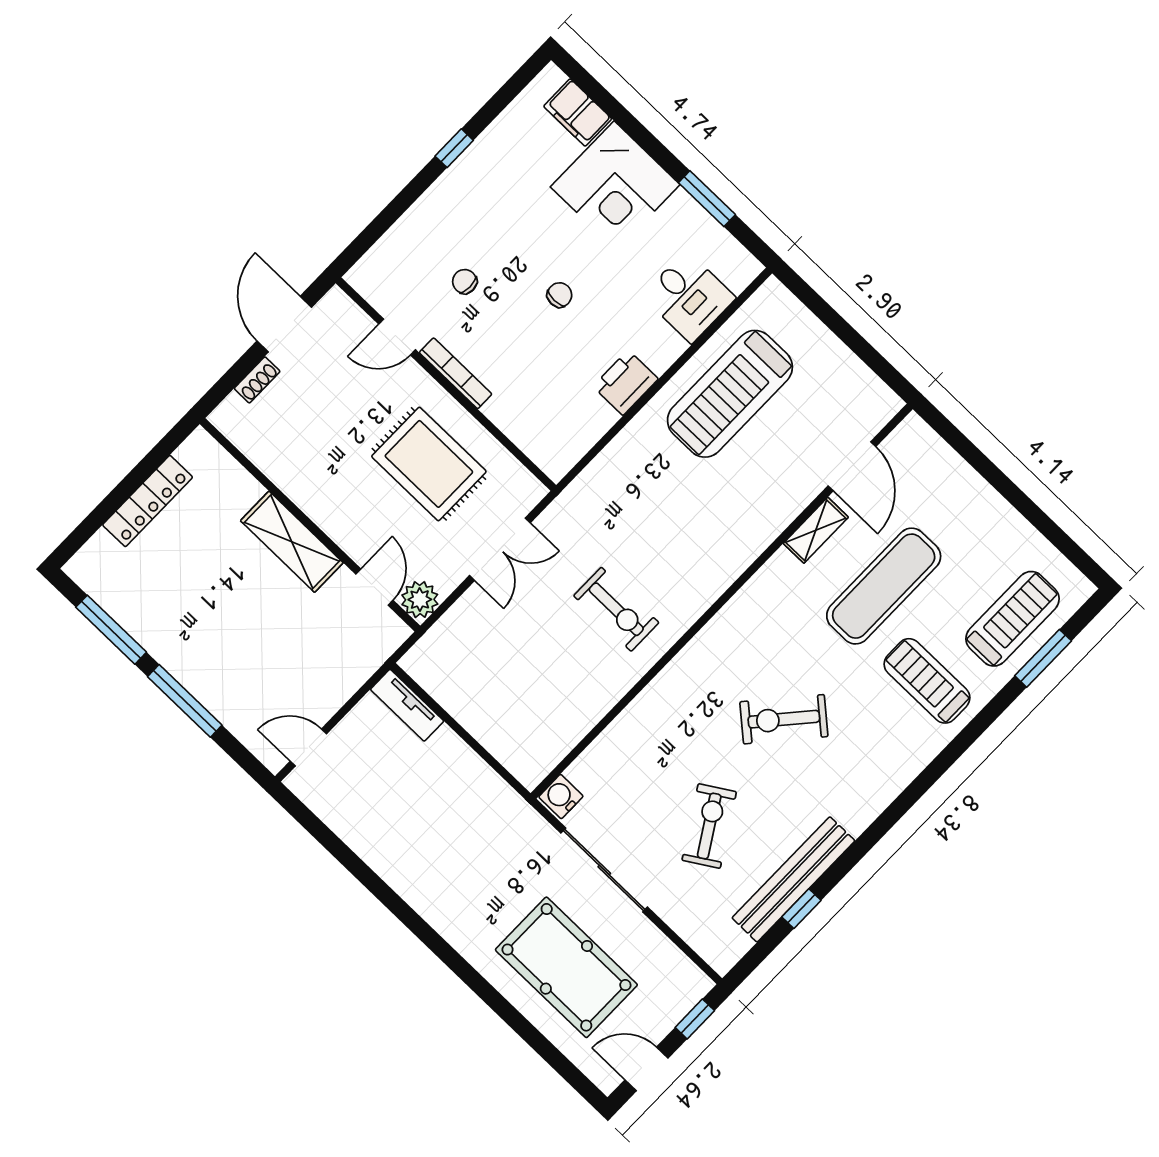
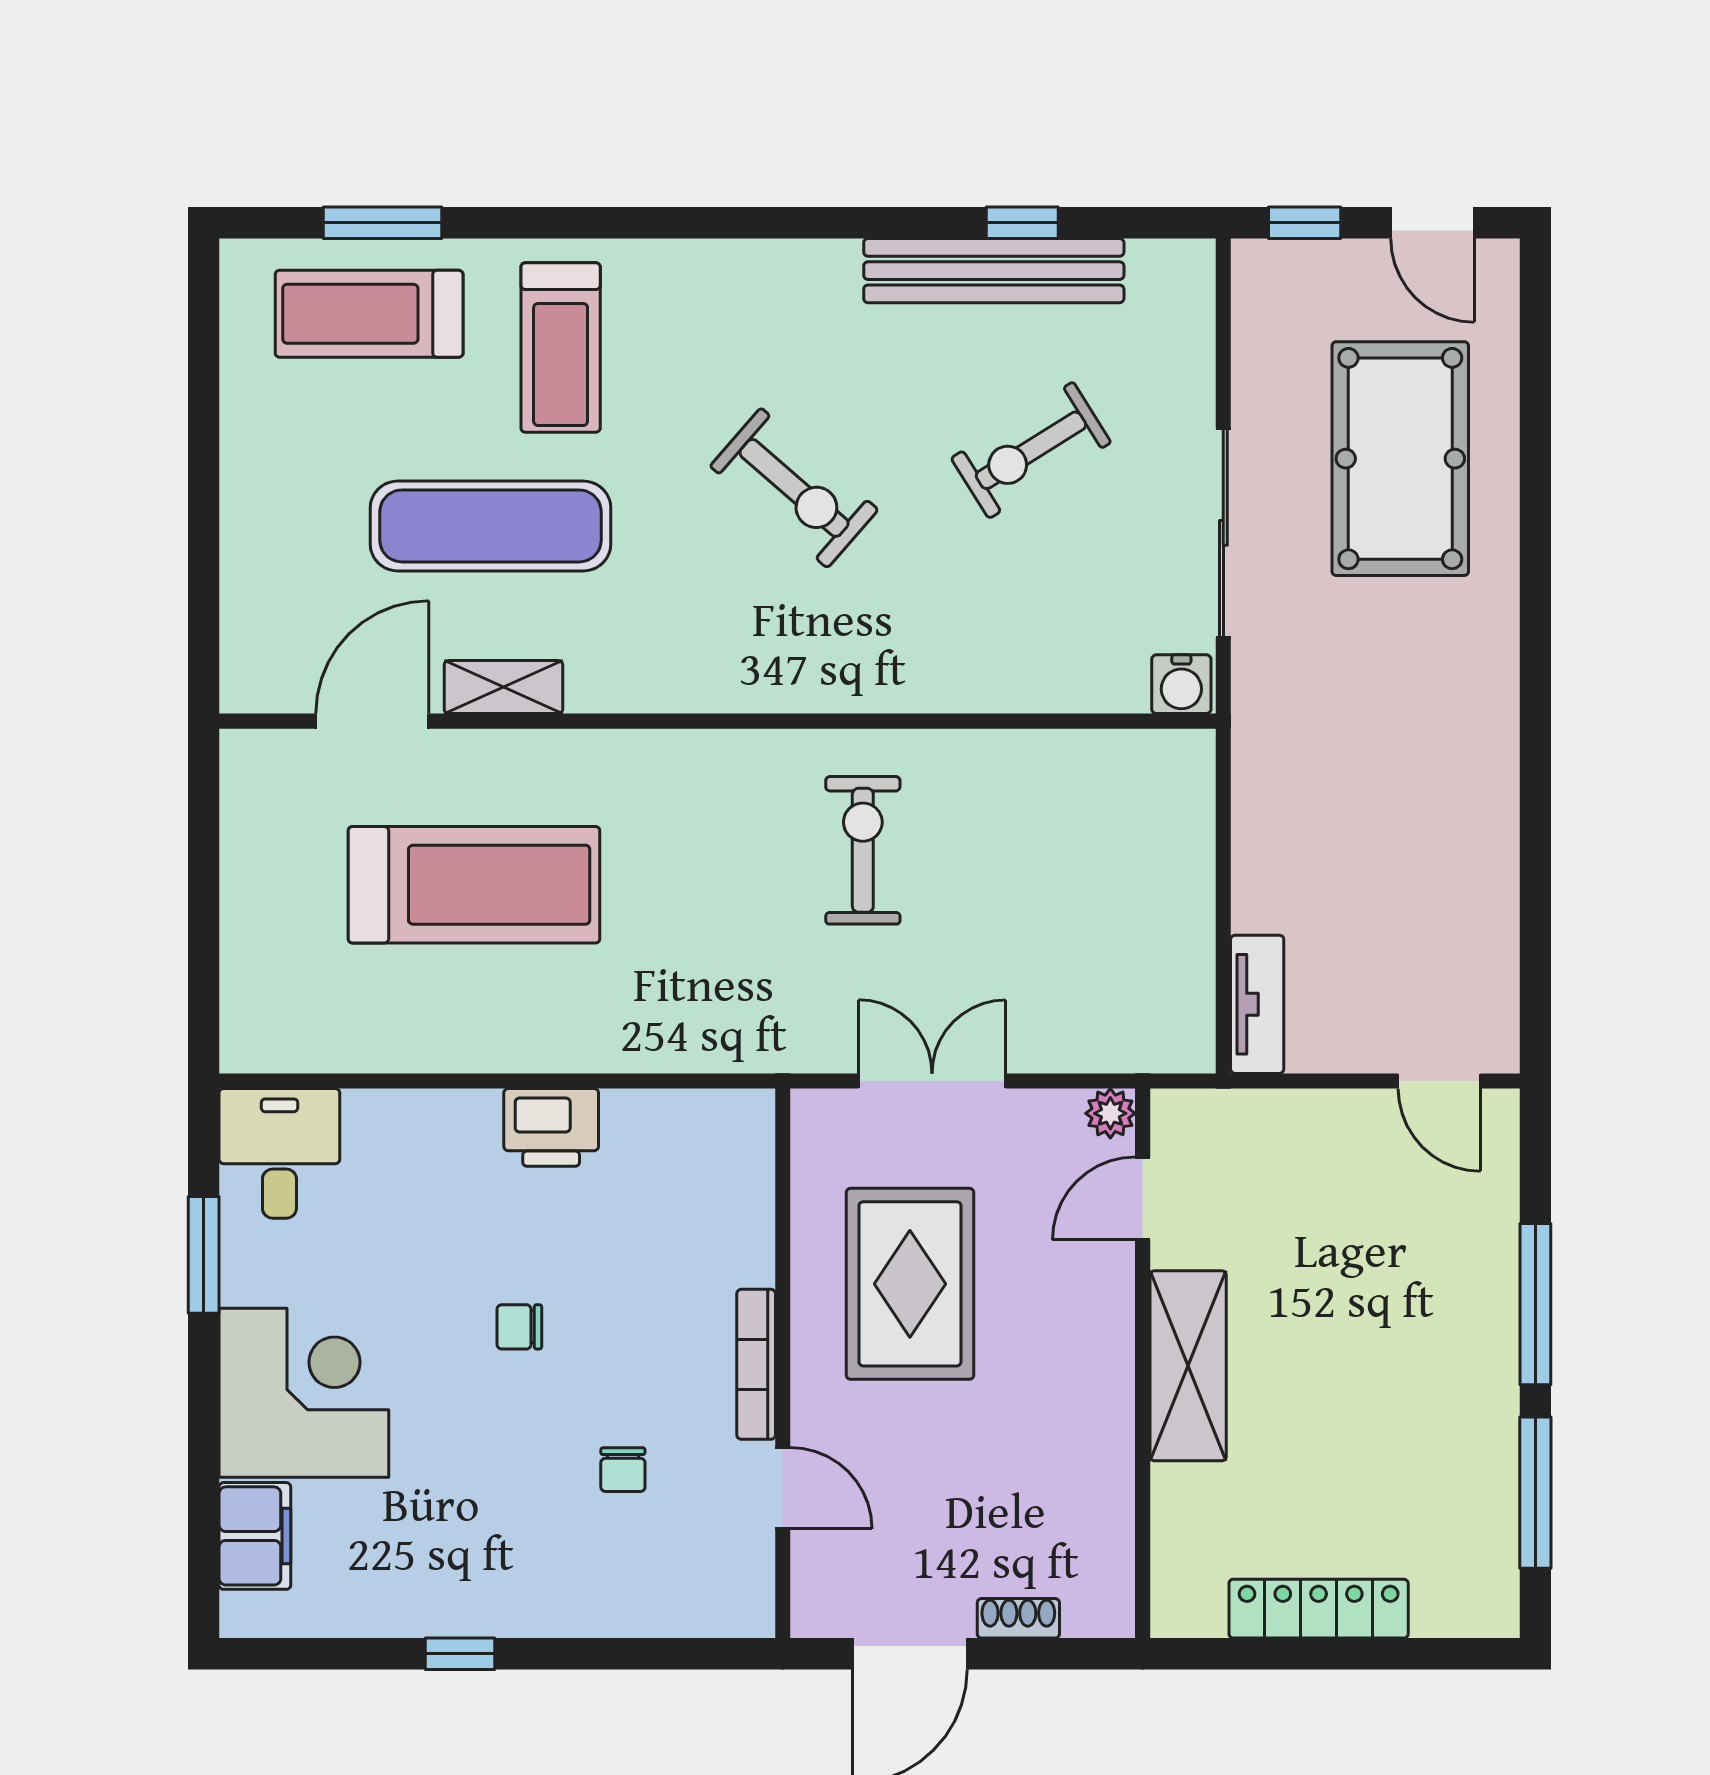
desk: (689, 297) -> (279, 1153), moved
treadmill: (730, 394) -> (474, 885), moved
plant: (420, 600) -> (1110, 1113), width x0.73, depth x0.73

